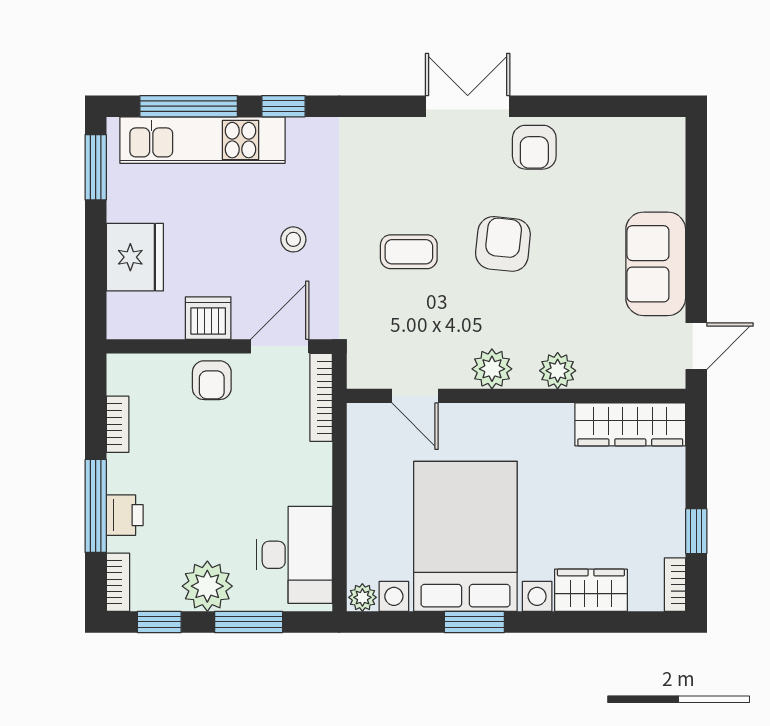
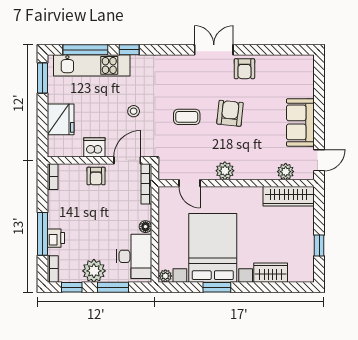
plant: (558, 371) -> (286, 172), moved
bookcase: (118, 424) -> (53, 177), moved
floor lamp: (319, 490) -> (145, 227), added
bookcase: (675, 585) -> (309, 270), removed

